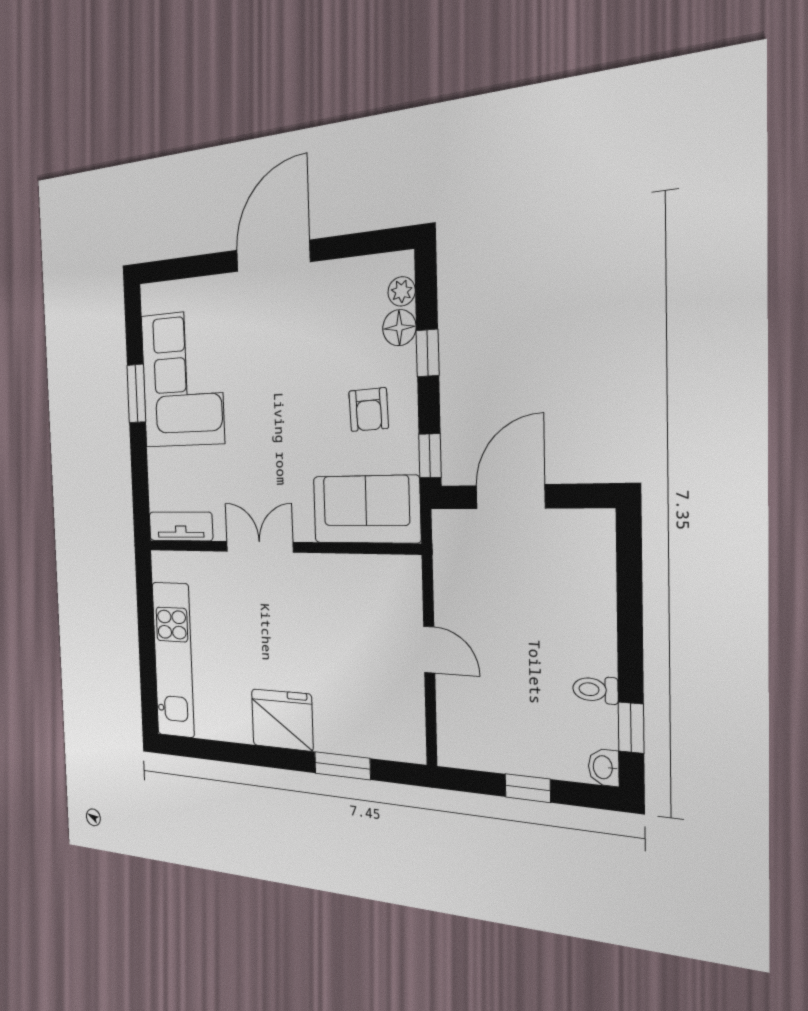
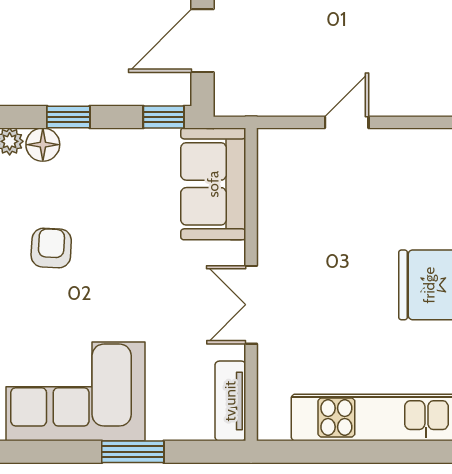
window: (136, 394) -> (133, 452), moved
armchair: (369, 410) -> (51, 248), moved, turned -85
door: (510, 497) -> (203, 41), hinge flipped

